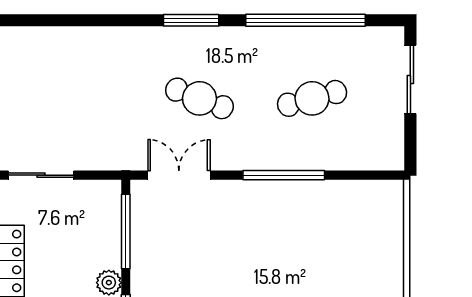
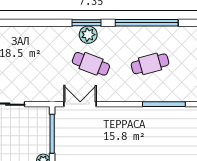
plant: (194, 43) -> (88, 35), added
window: (284, 175) -> (164, 104), moved

